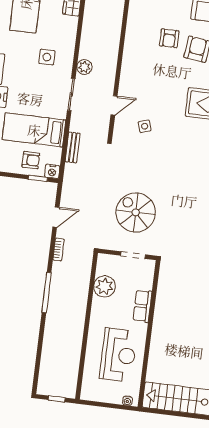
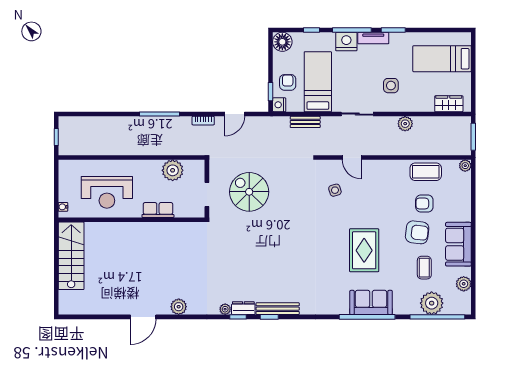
coffee table: (138, 33) -> (426, 172), added
plant: (84, 67) -> (405, 124), moved
armchair: (31, 160) -> (288, 82), turned 180
spiral stairs: (136, 212) -> (249, 192), turned -90
door: (56, 217) -> (235, 114), hinge flipped

